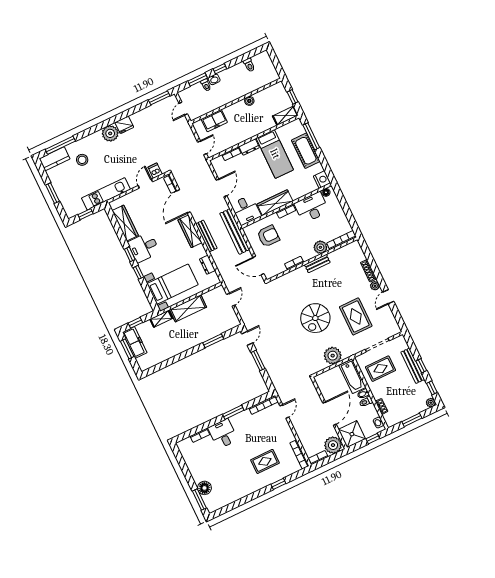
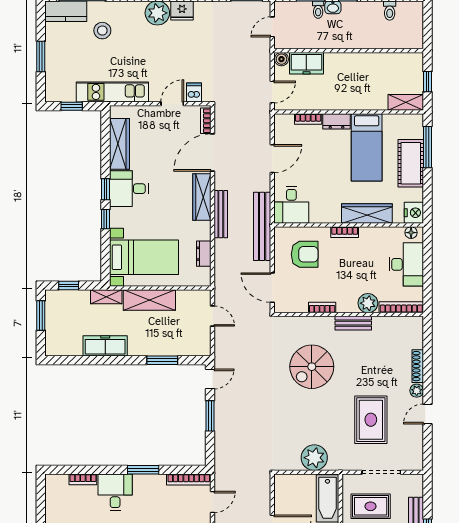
boiler: (249, 101) -> (281, 59), moved
wardrobe: (275, 203) -> (367, 213), moved
desk: (312, 207) -> (406, 264), moved, turned 90
door: (231, 300) -> (213, 316), hinge flipped
spiral stairs: (315, 318) -> (312, 367), moved
freezer: (135, 342) -> (105, 346), moved, turned -90

